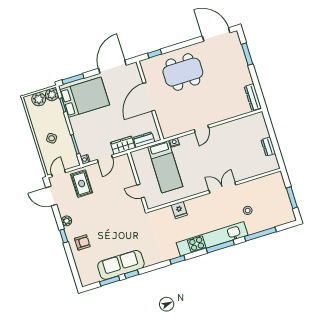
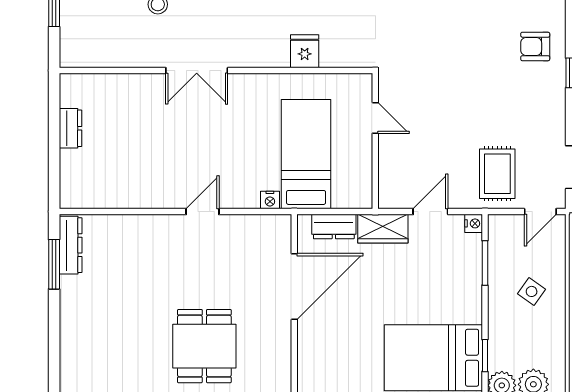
window: (247, 54) -> (54, 264), moved
dining table: (183, 72) -> (204, 346), width x0.73
door: (149, 97) -> (294, 287), moved
plant: (67, 221) -> (555, 104), removed

